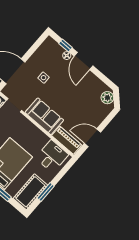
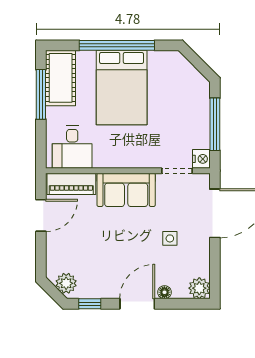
plant: (50, 44) -> (199, 288), added
window: (66, 46) -> (90, 304), moved
door: (83, 61) -> (137, 304), hinge flipped
window: (46, 192) -> (41, 94), width x1.44

